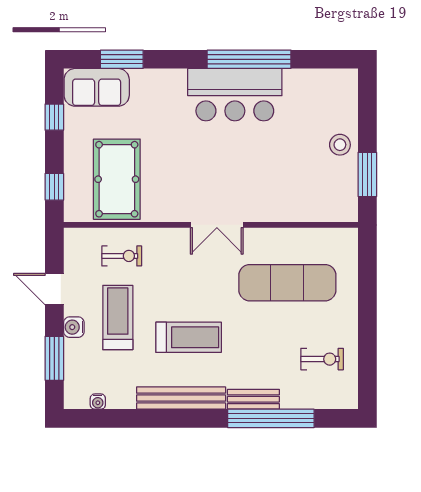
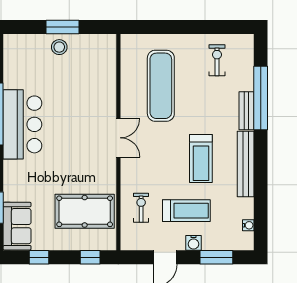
window: (367, 174) -> (62, 27), moved
treadmill: (118, 317) -> (186, 211), turned 180
treadmill: (189, 337) -> (201, 158), turned 180

